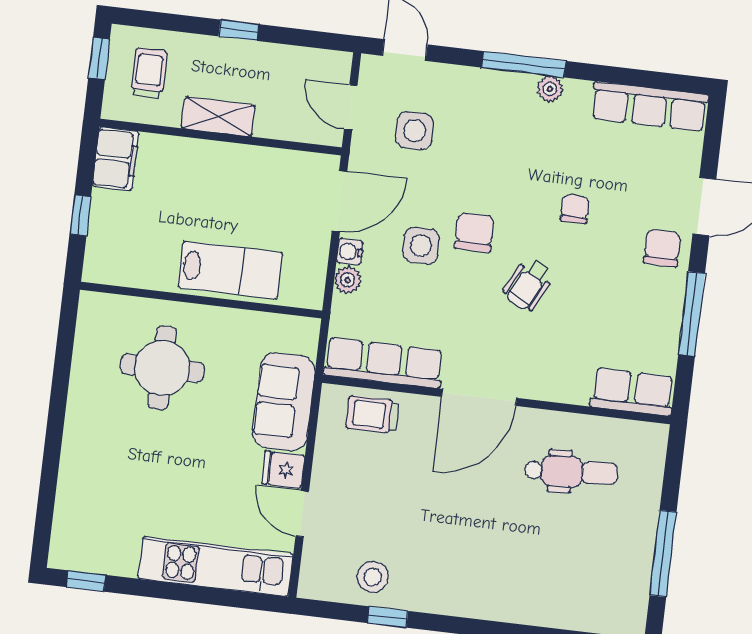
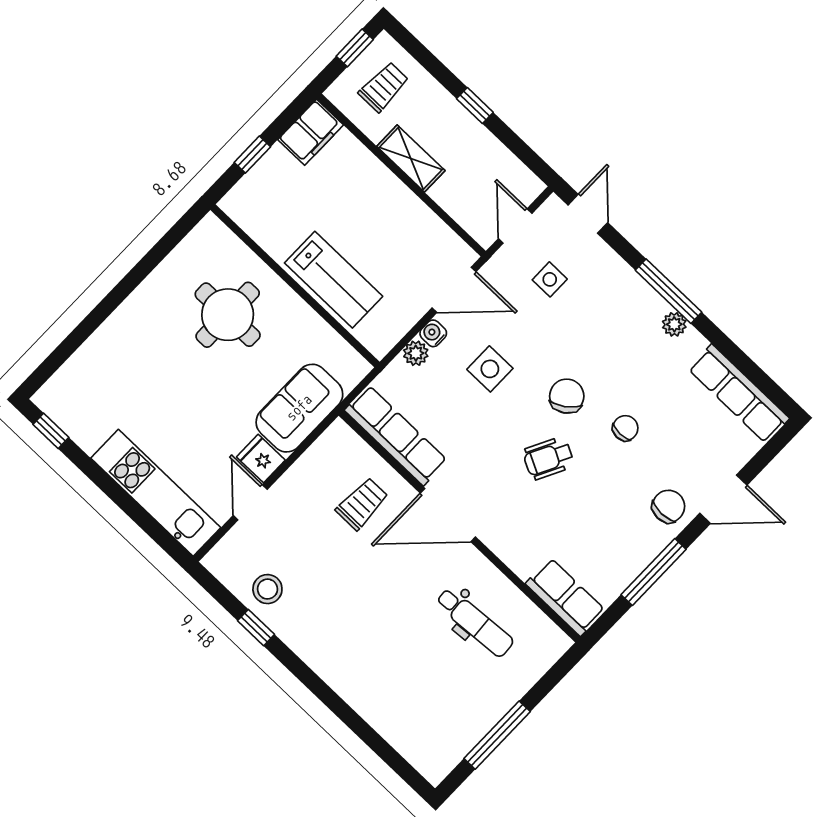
side table: (415, 131) -> (550, 279), width x0.73, depth x0.73
chair: (474, 232) -> (567, 396), moved, turned -35
trolley: (373, 415) -> (362, 504), moved, turned 90

